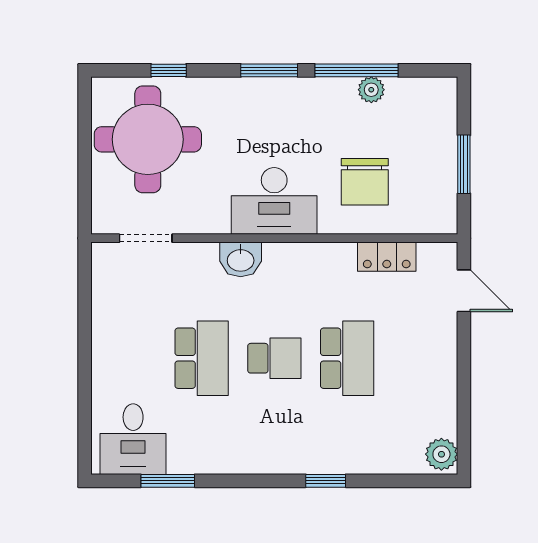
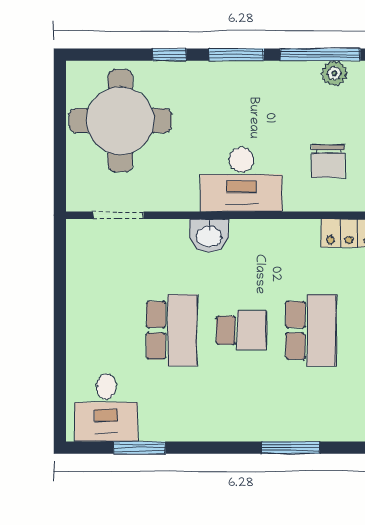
window: (169, 70) -> (169, 55), moved
chair: (365, 182) -> (328, 161), width x0.73, depth x0.73
window: (326, 481) -> (291, 448), width x1.50

